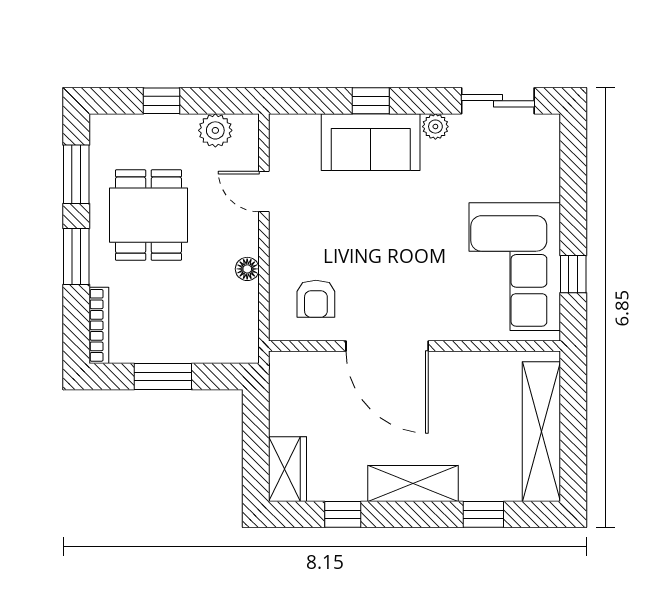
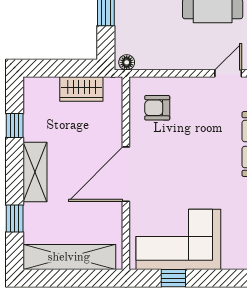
floor lamp: (247, 269) -> (127, 62), moved
door: (387, 346) -> (126, 174), moved
wardrobe: (288, 469) -> (81, 89), moved

